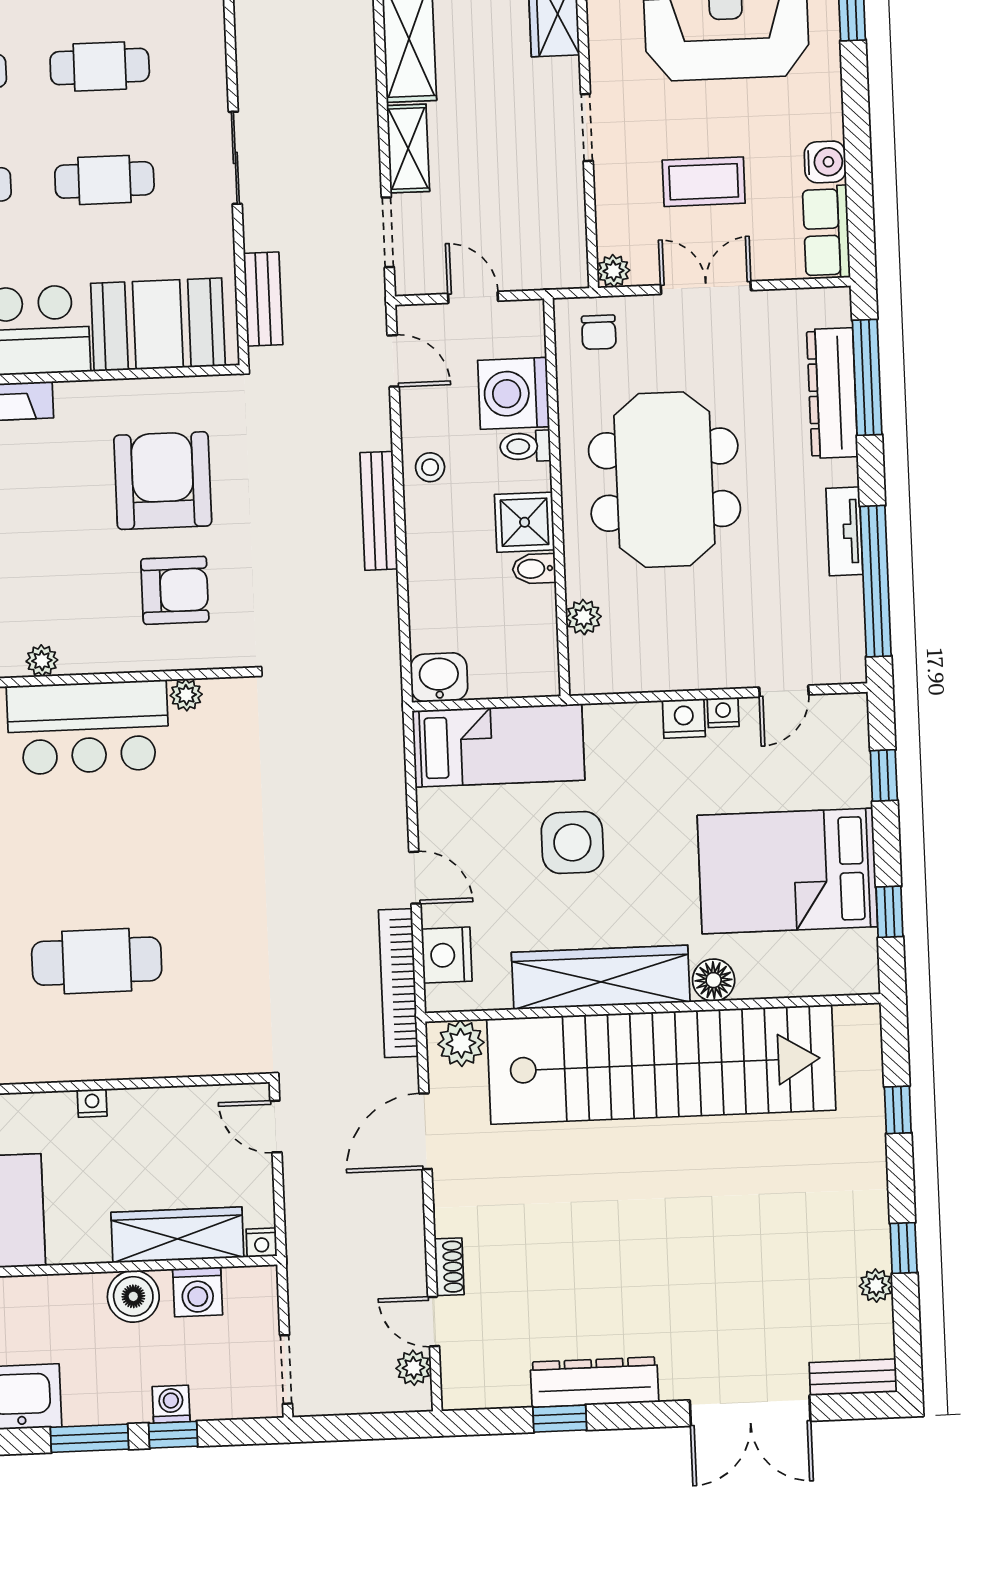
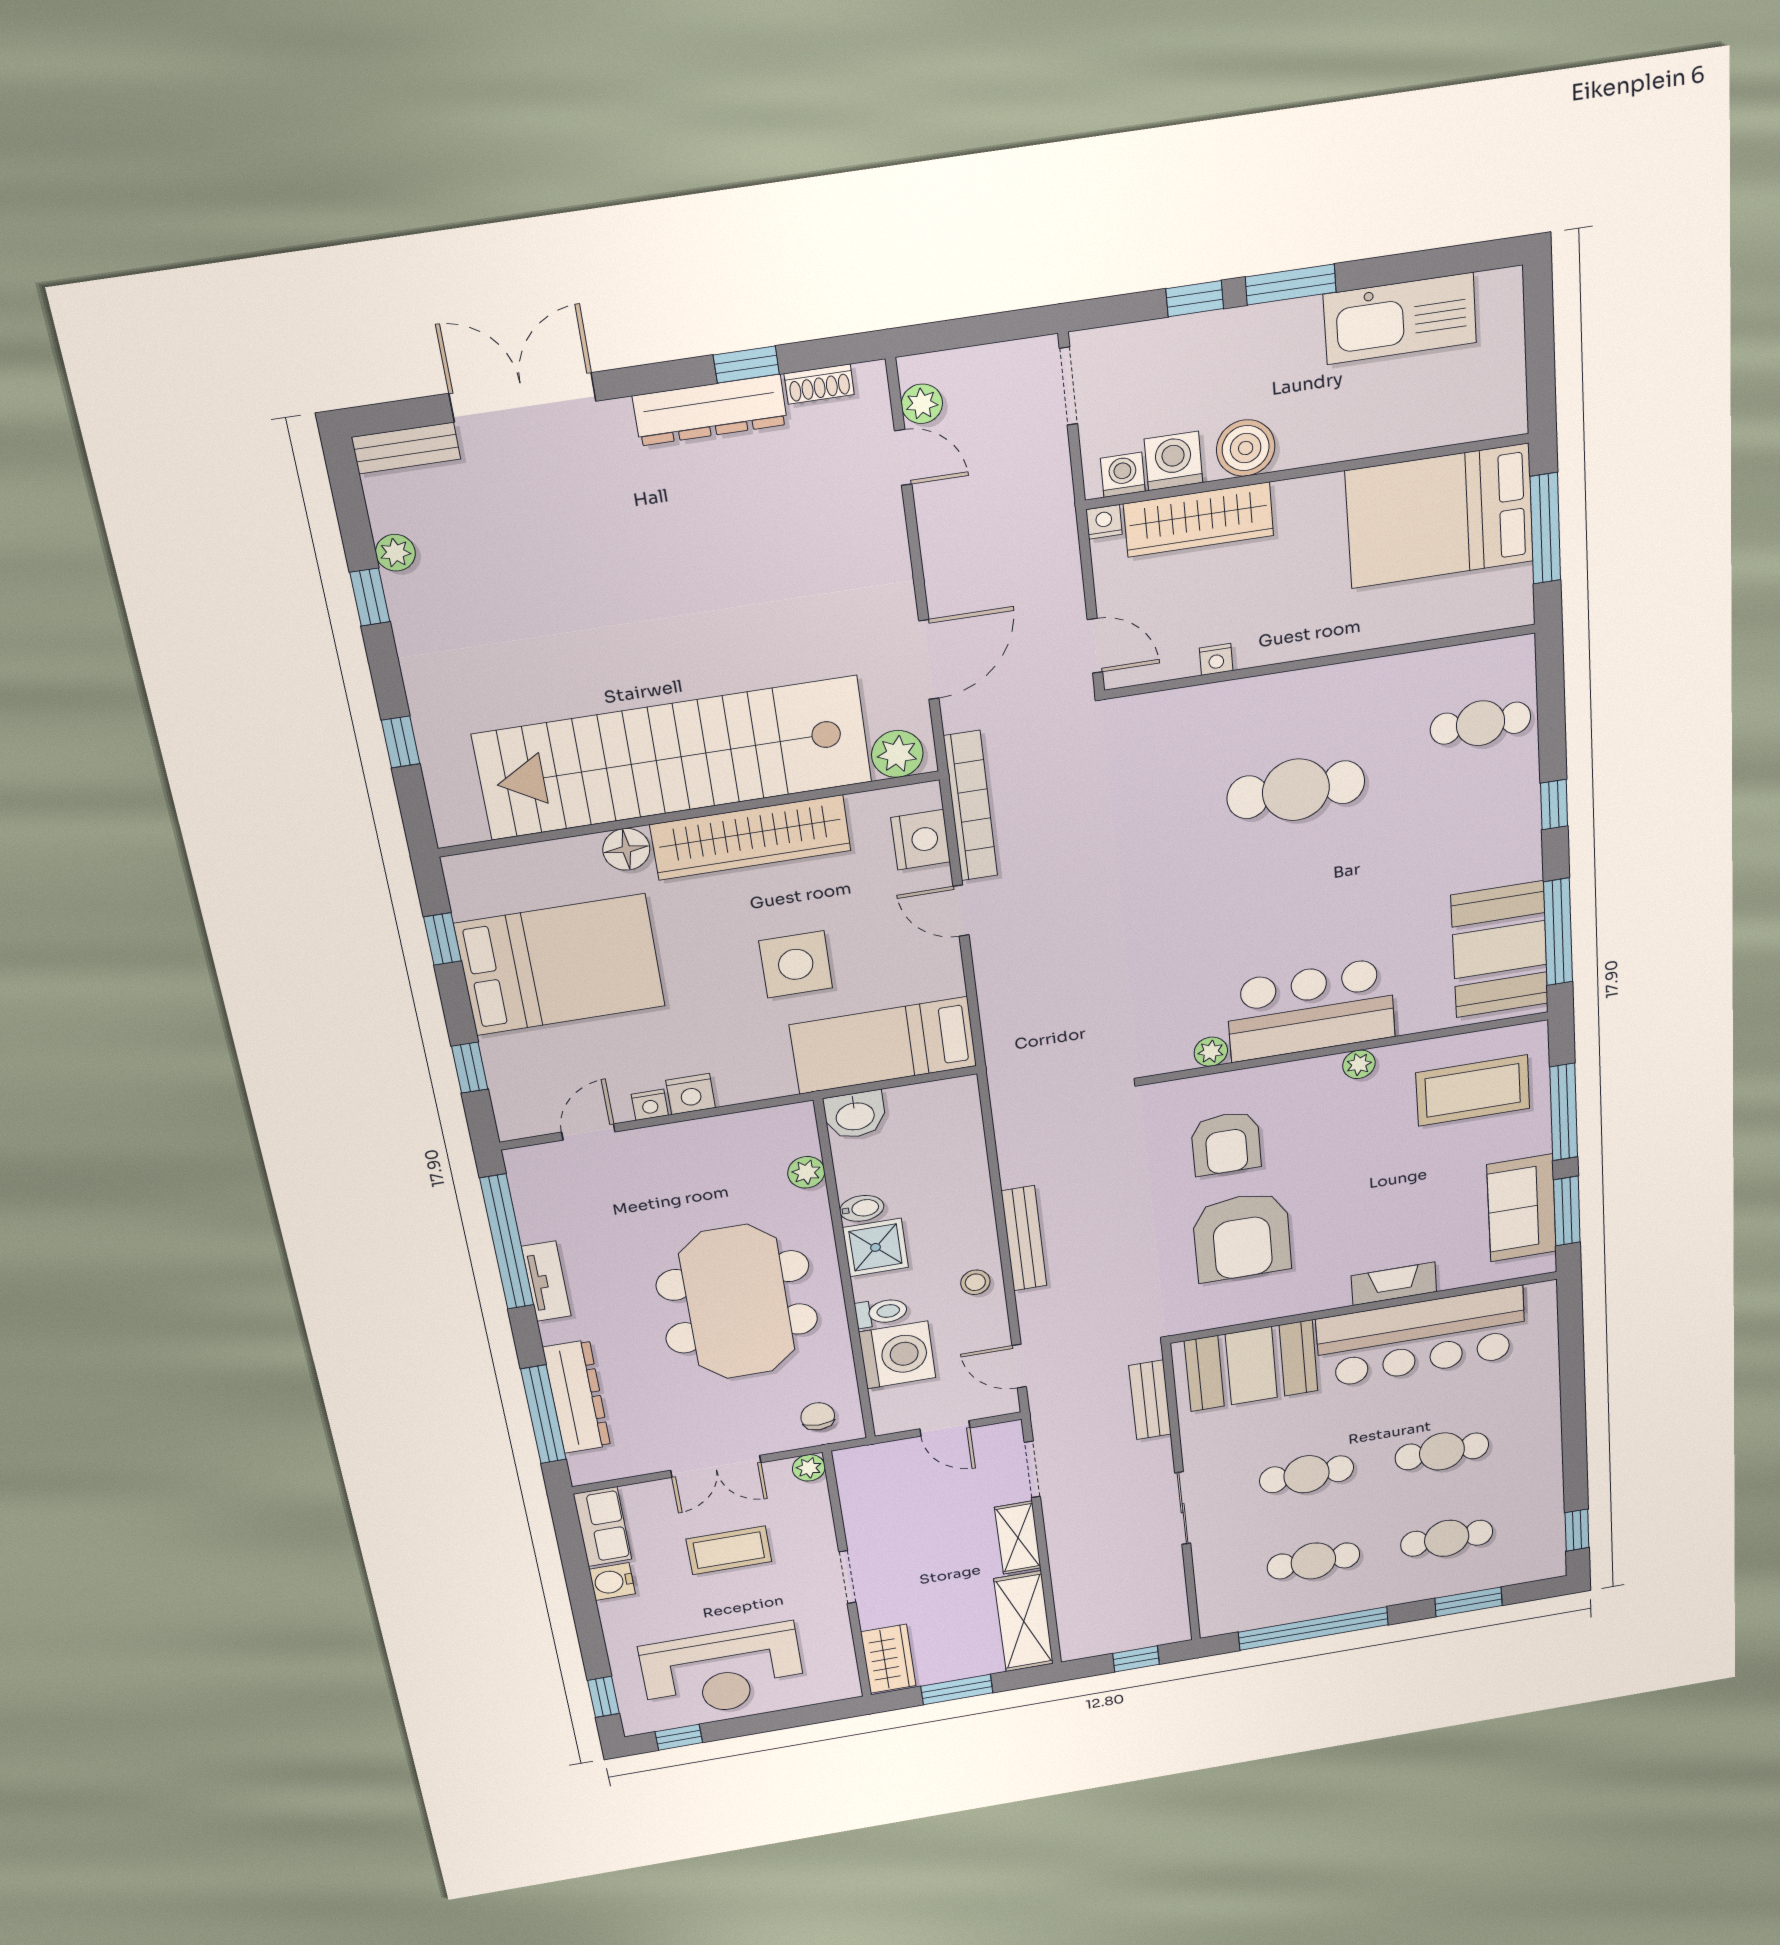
armchair: (175, 590) -> (1226, 1143), turned -90
washbasin: (439, 677) -> (855, 1115), moved
nightstand: (92, 1103) -> (1216, 659), moved
shoe rack: (449, 1267) -> (819, 384), moved, turned -90
washing machine: (171, 1404) -> (1123, 475), moved, turned 180

